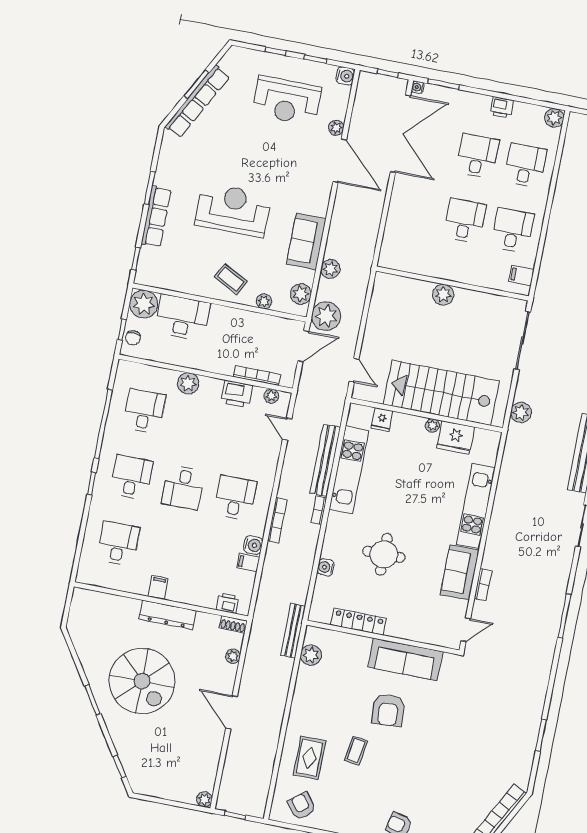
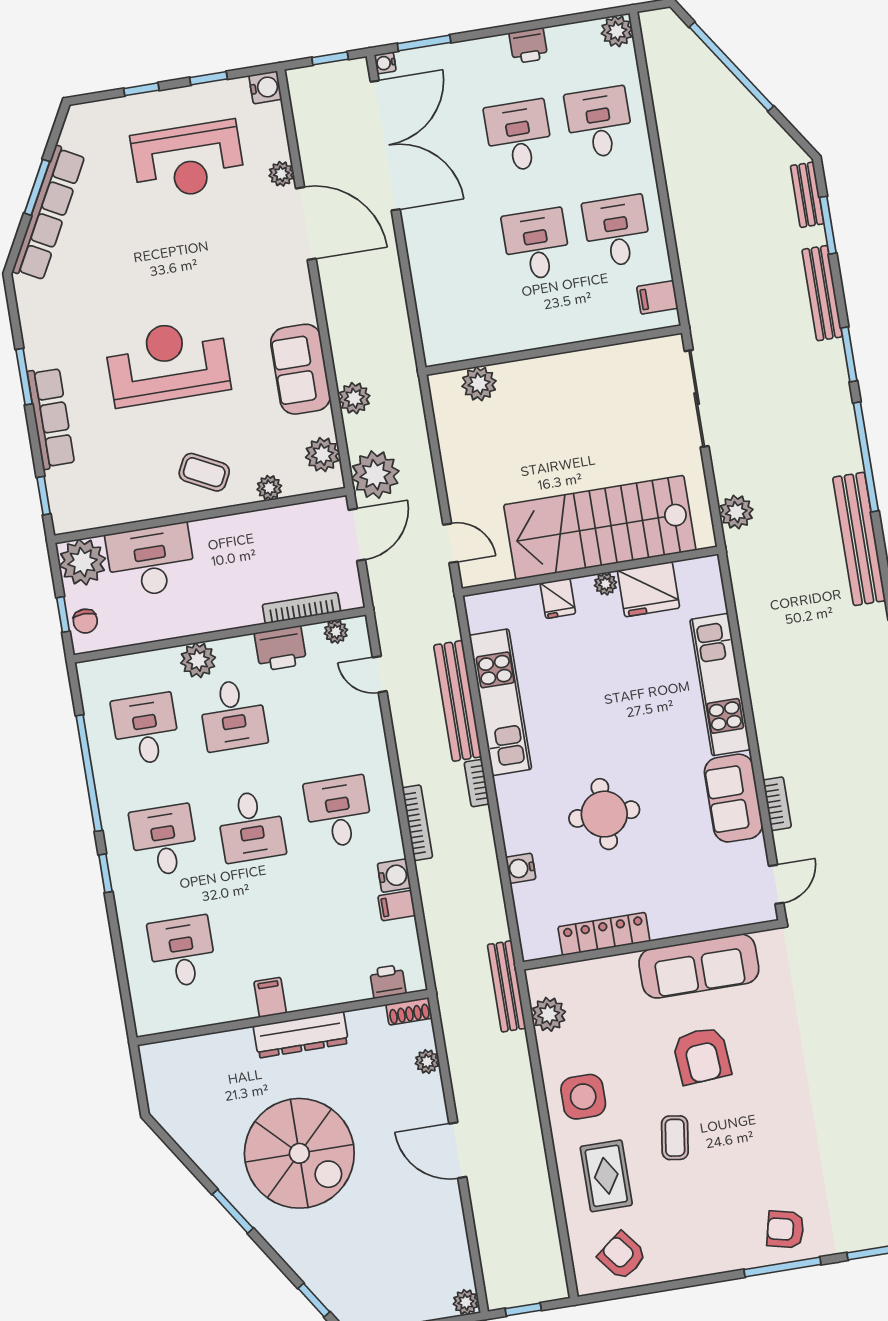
plant: (443, 295) -> (479, 384), moved
fridge: (382, 420) -> (558, 598), moved
desk: (196, 421) -> (233, 715), added
side table: (313, 709) -> (583, 1097), added

